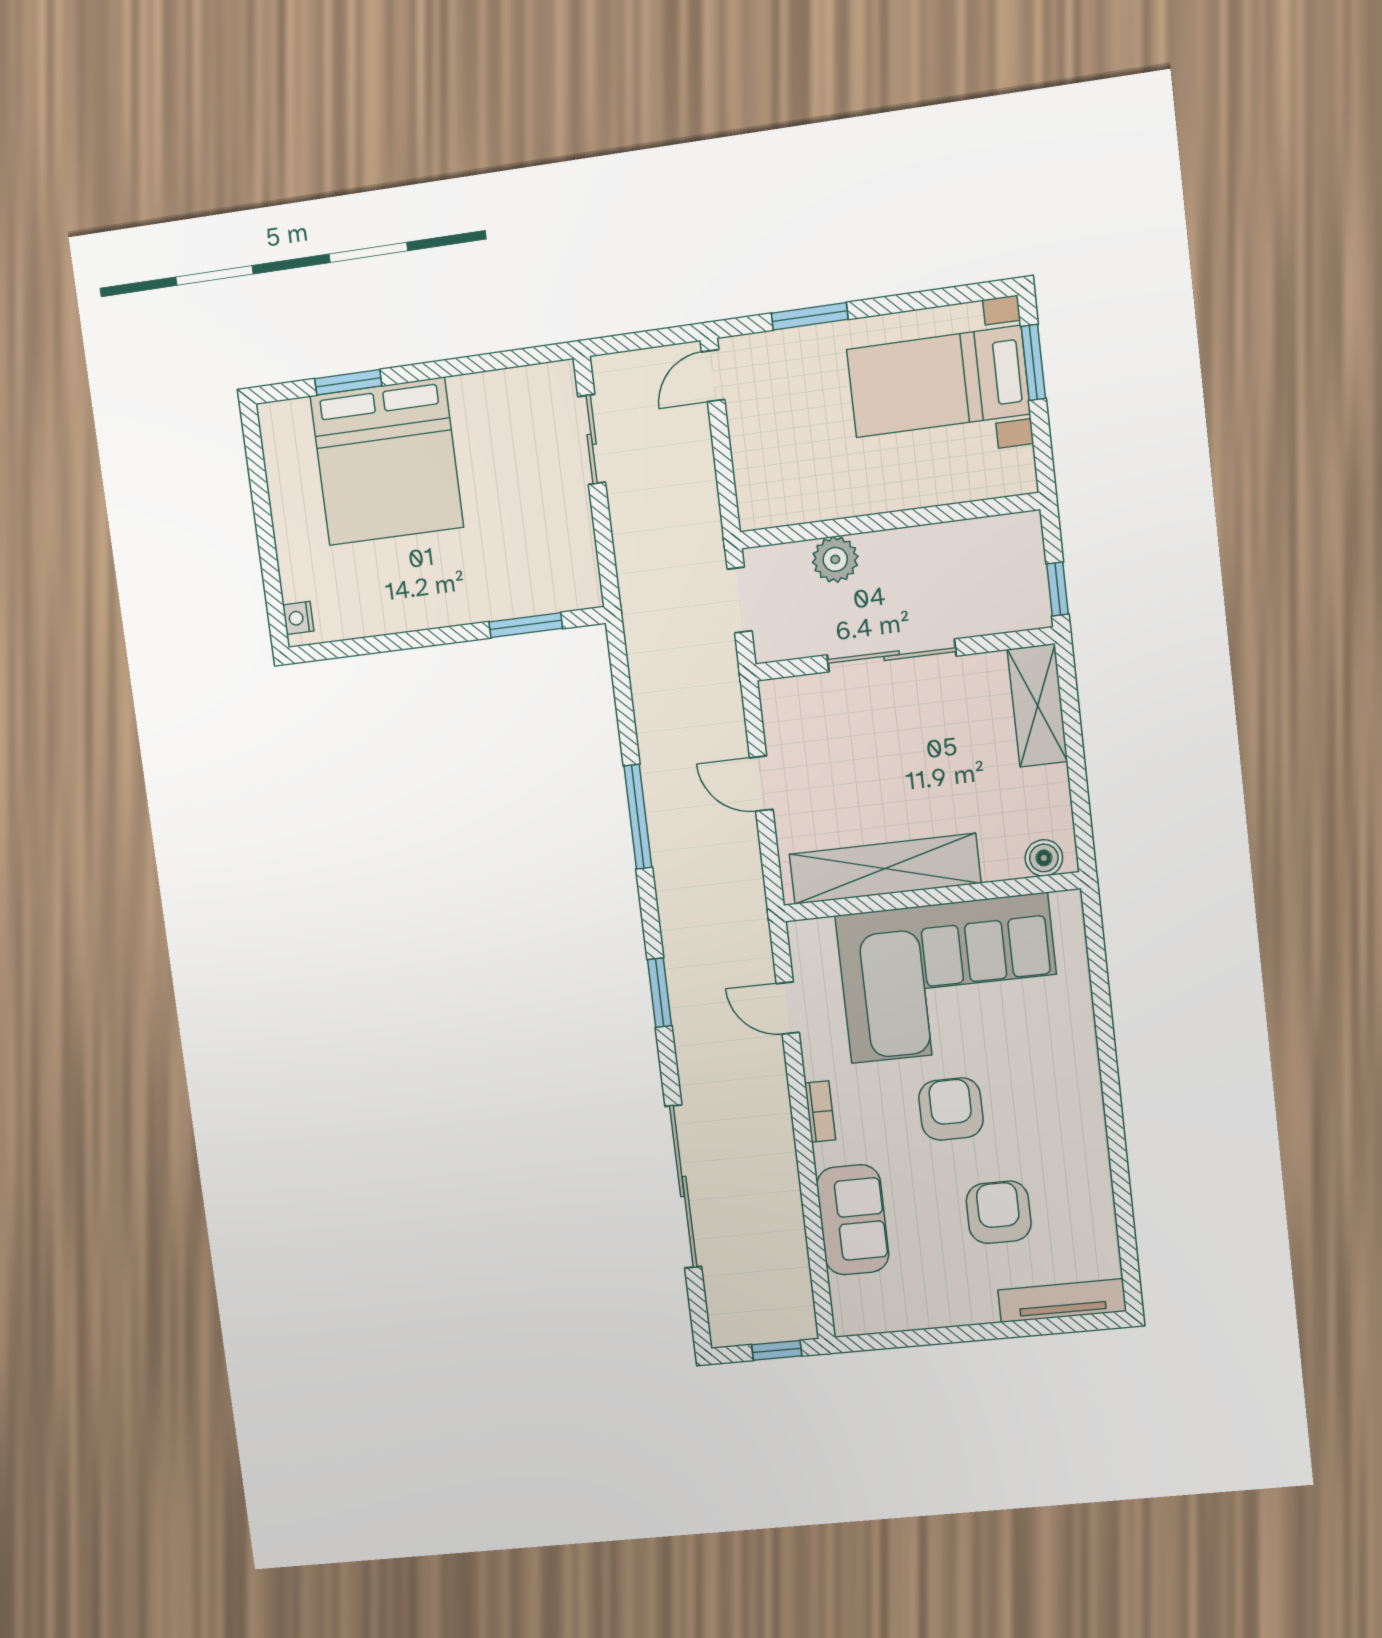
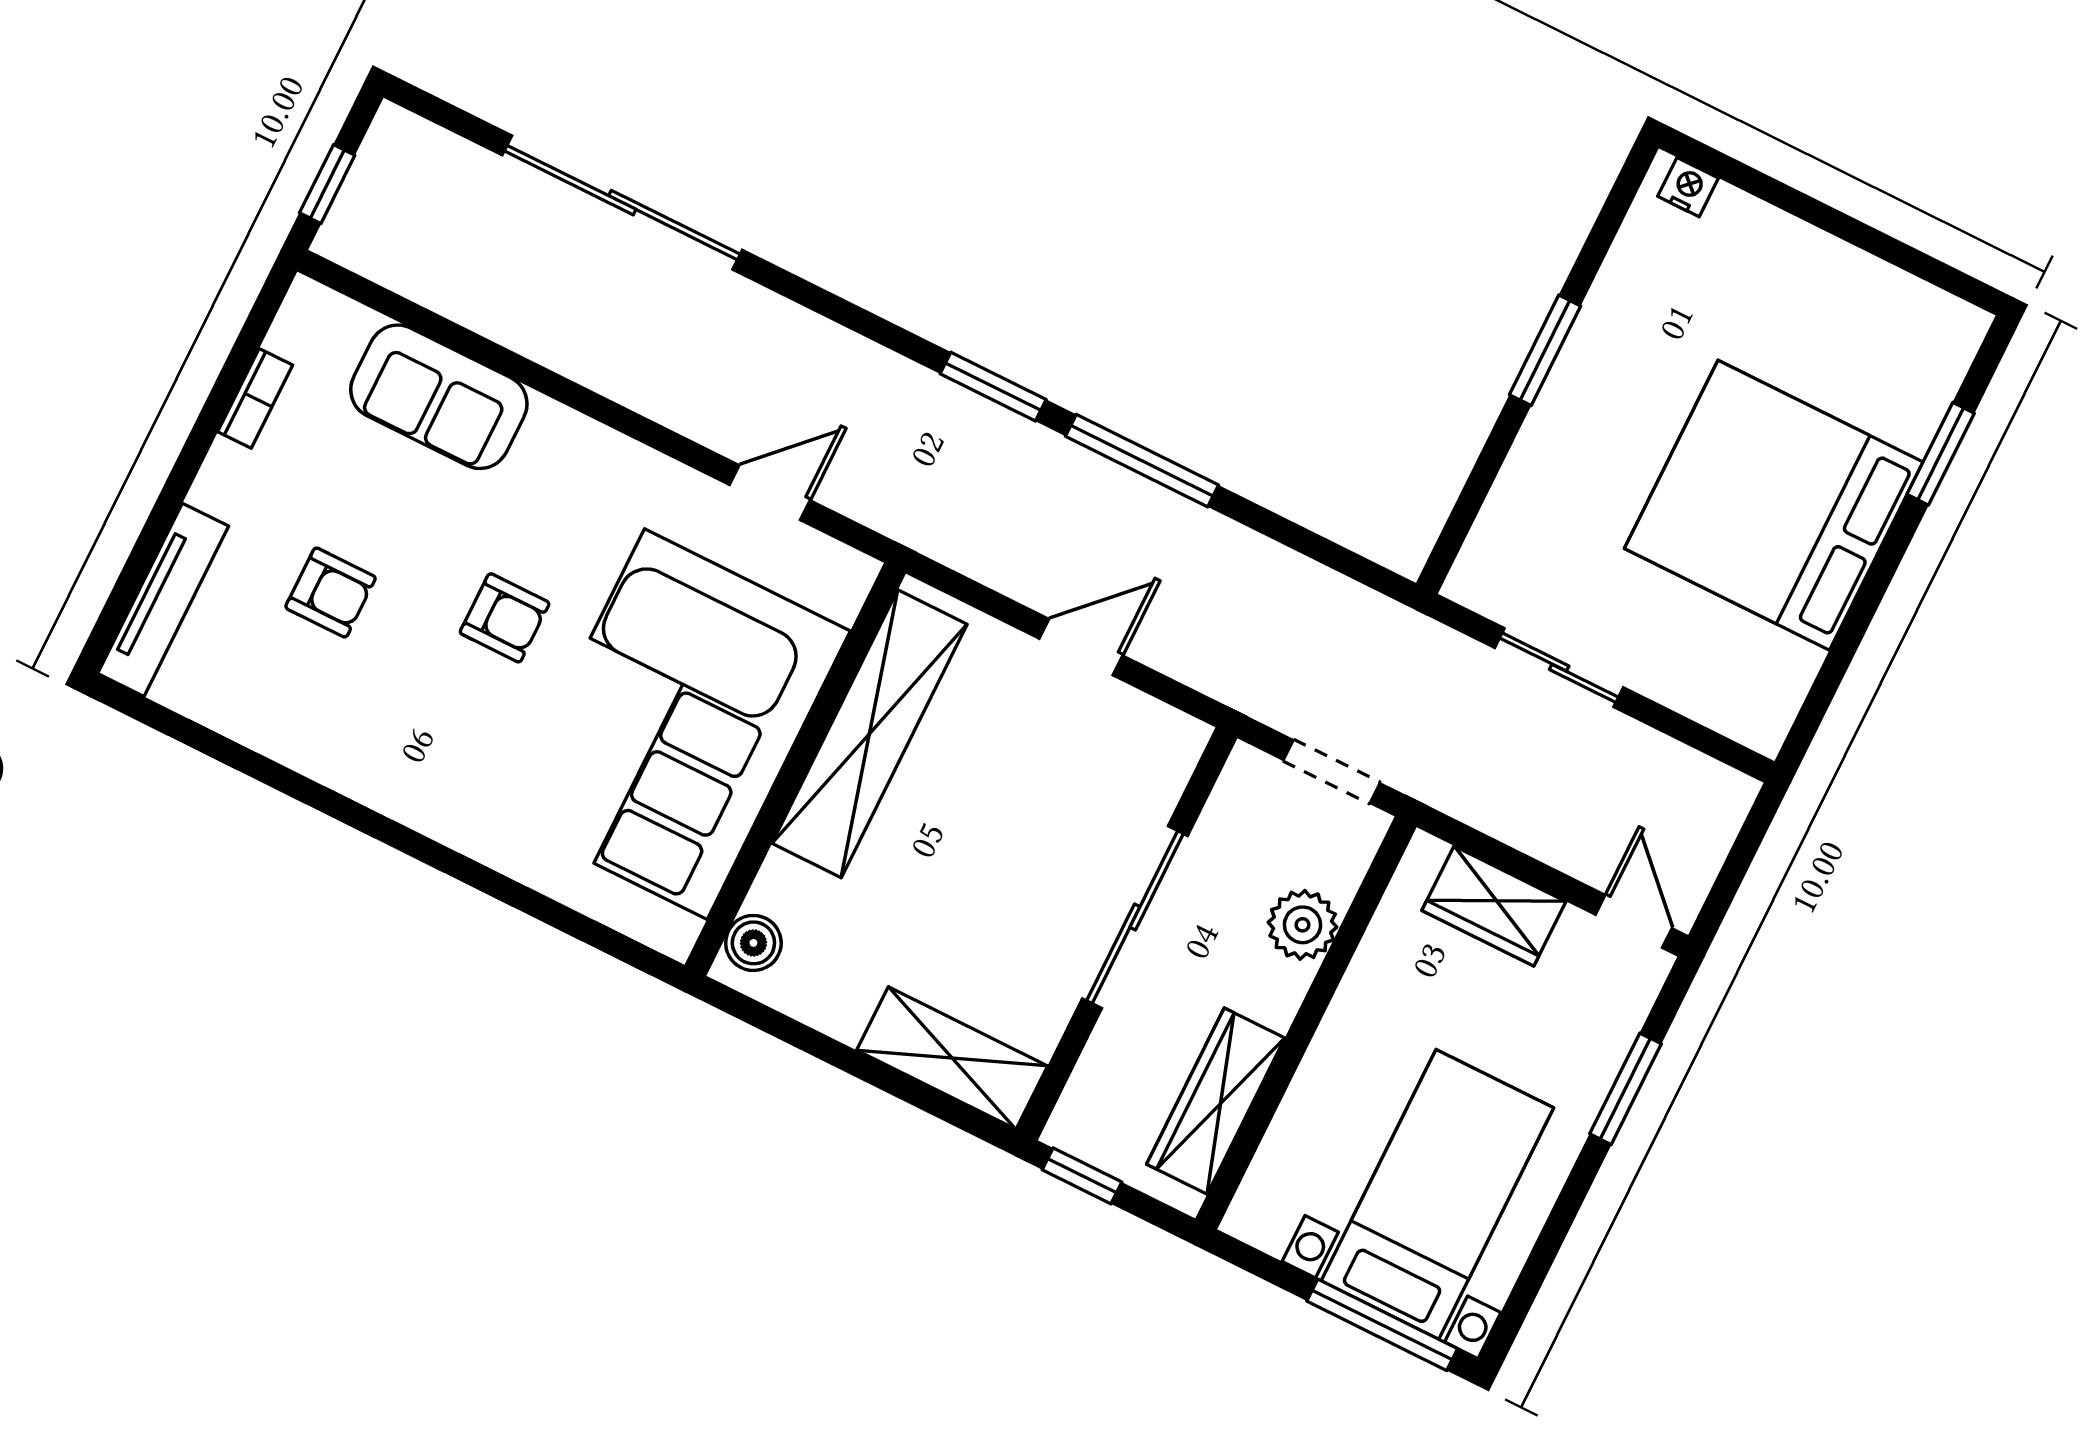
window: (1033, 362) -> (1382, 1325), width x1.44
sliding door: (592, 439) -> (1559, 668), moved
wardrobe: (755, 460) -> (1494, 906), added
bed: (387, 462) -> (1774, 505), moved
wardrobe: (966, 542) -> (1216, 1101), added
window: (526, 625) -> (1545, 350), moved
window: (659, 993) -> (993, 387), moved
armchair: (951, 1109) -> (505, 618), width x0.72, depth x0.72
bookcase: (820, 1111) -> (255, 398), moved, turned -90
armchair: (999, 1212) -> (331, 592), width x0.72, depth x0.72

